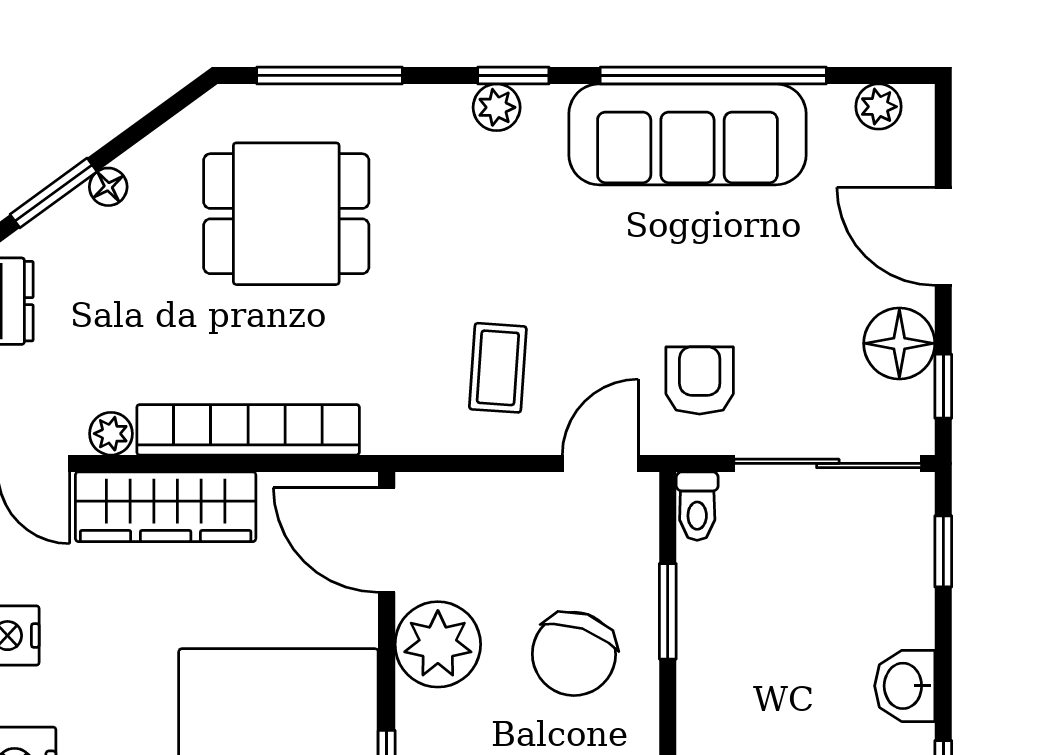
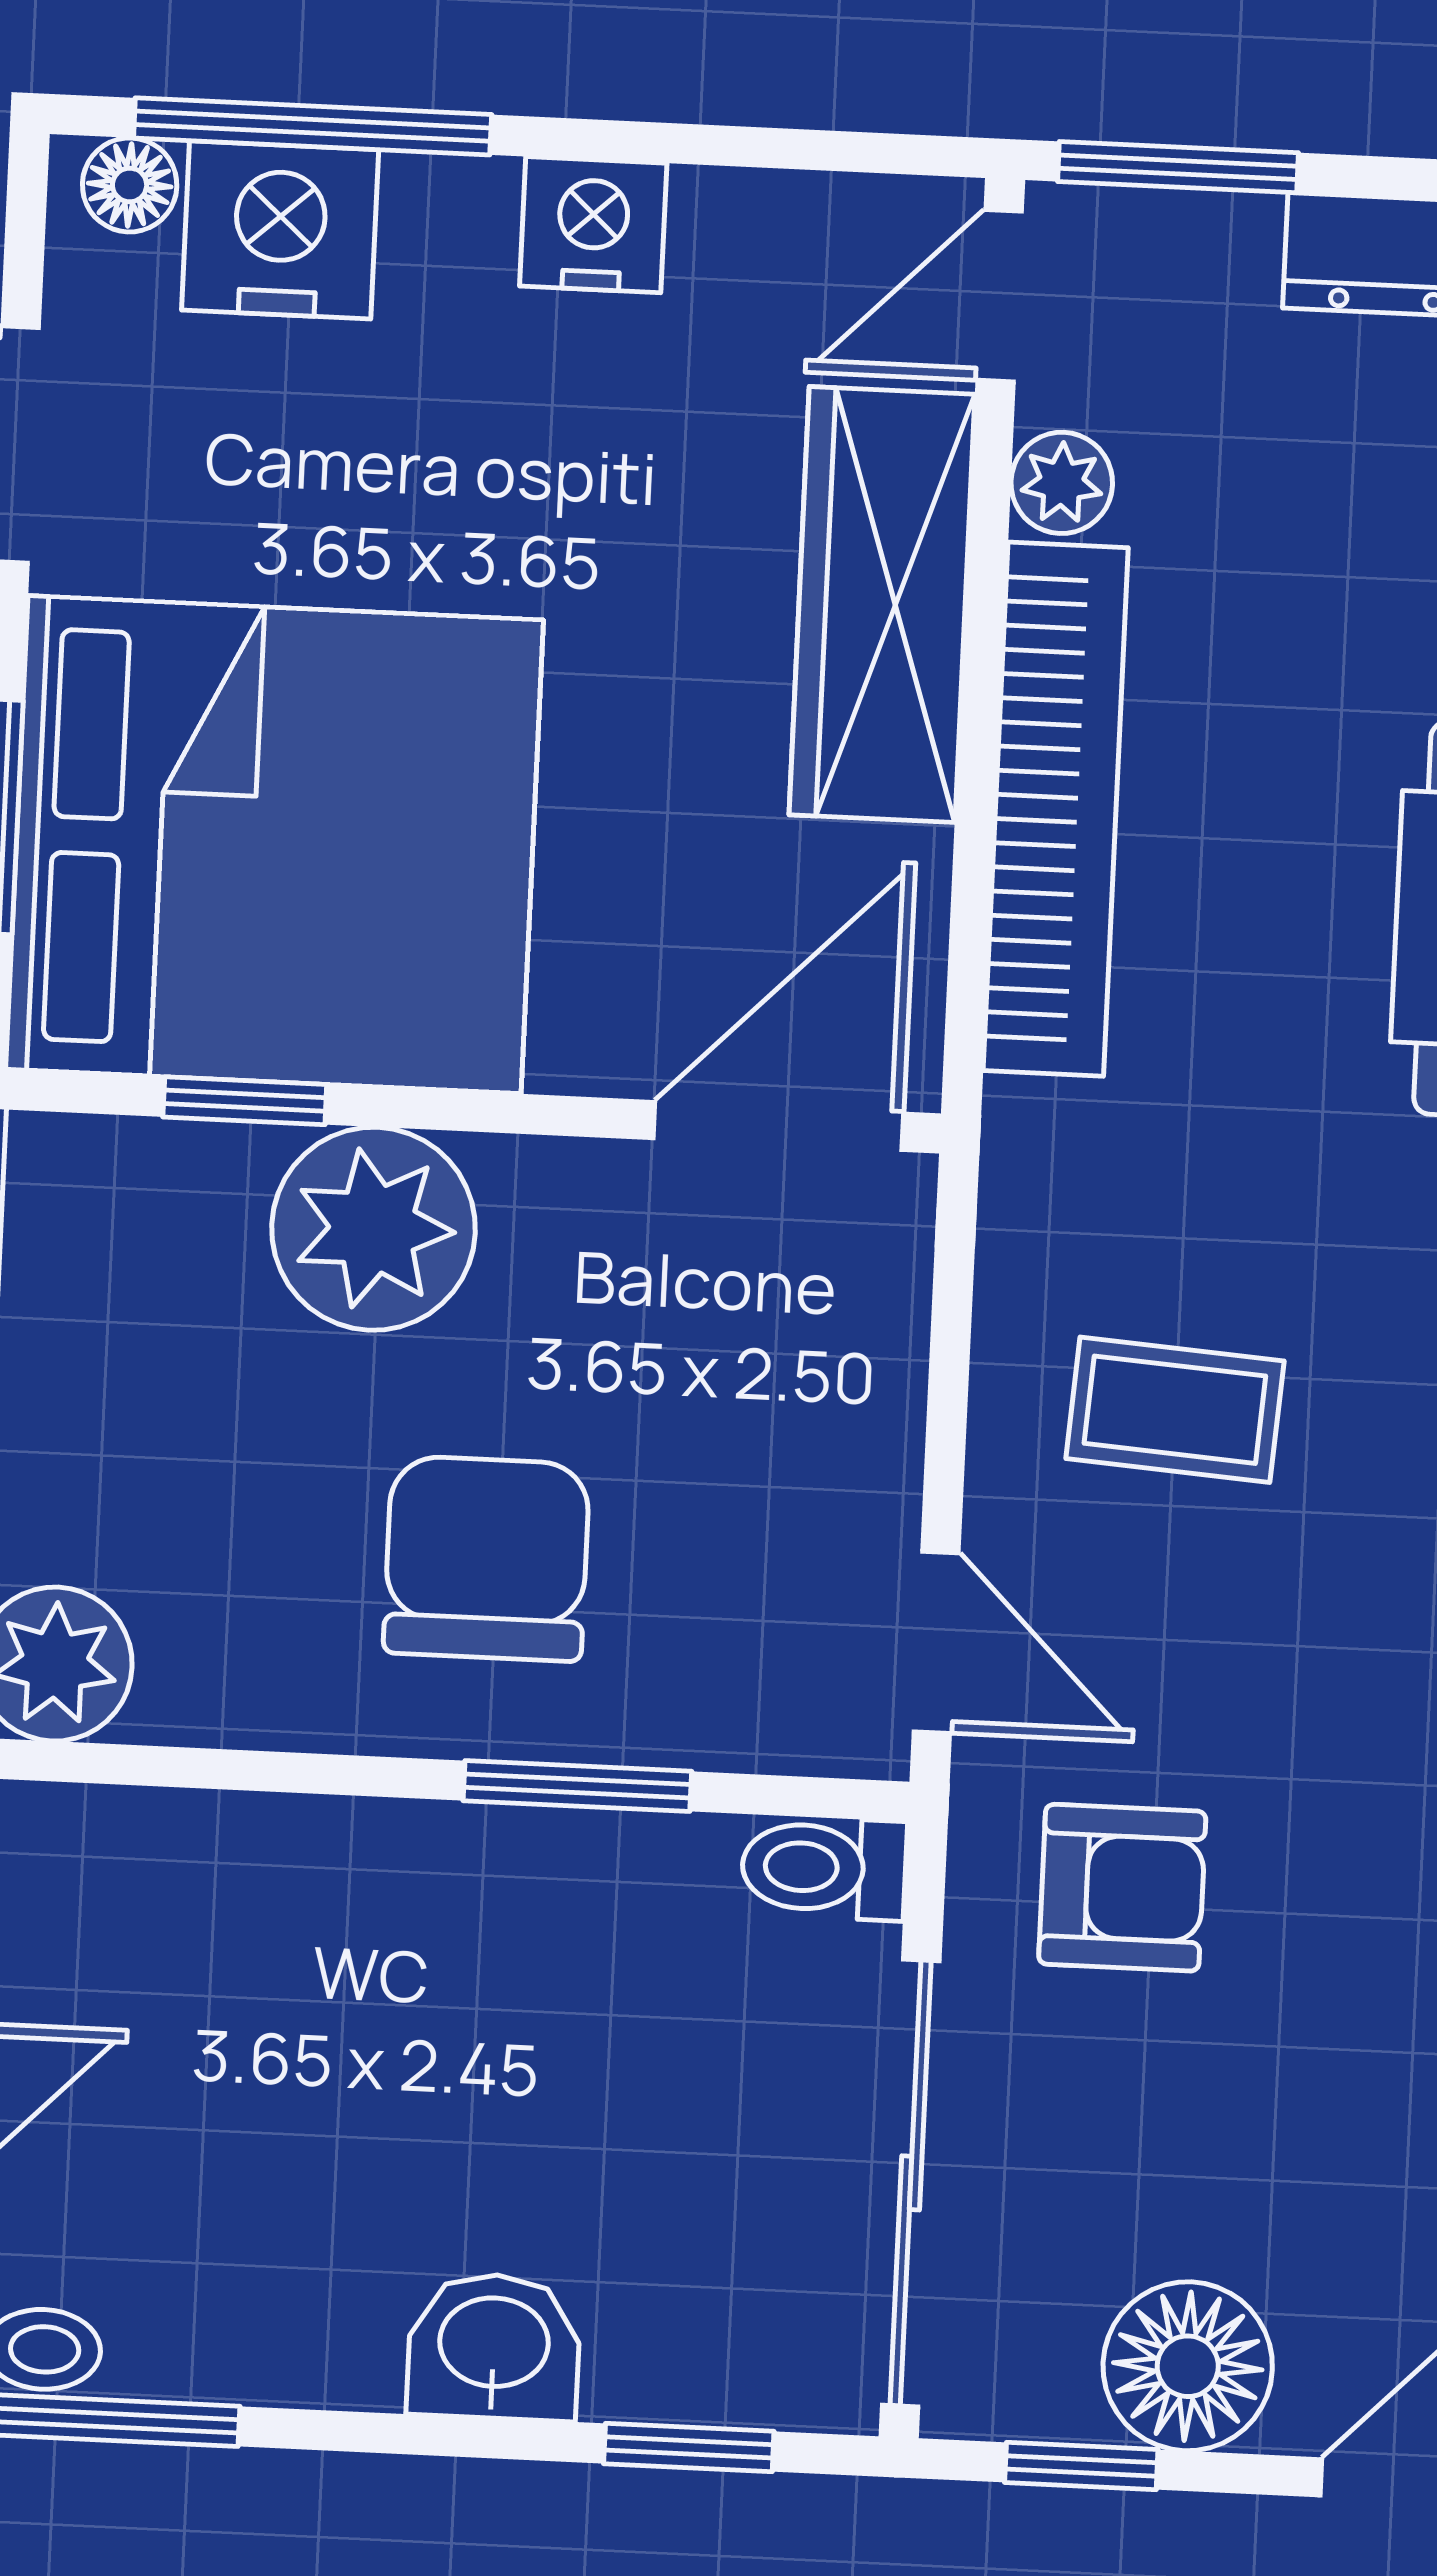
plant: (438, 644) -> (374, 1229), moved
chair: (574, 654) -> (487, 1558), turned 71
washbasin: (905, 686) -> (494, 2346), moved

